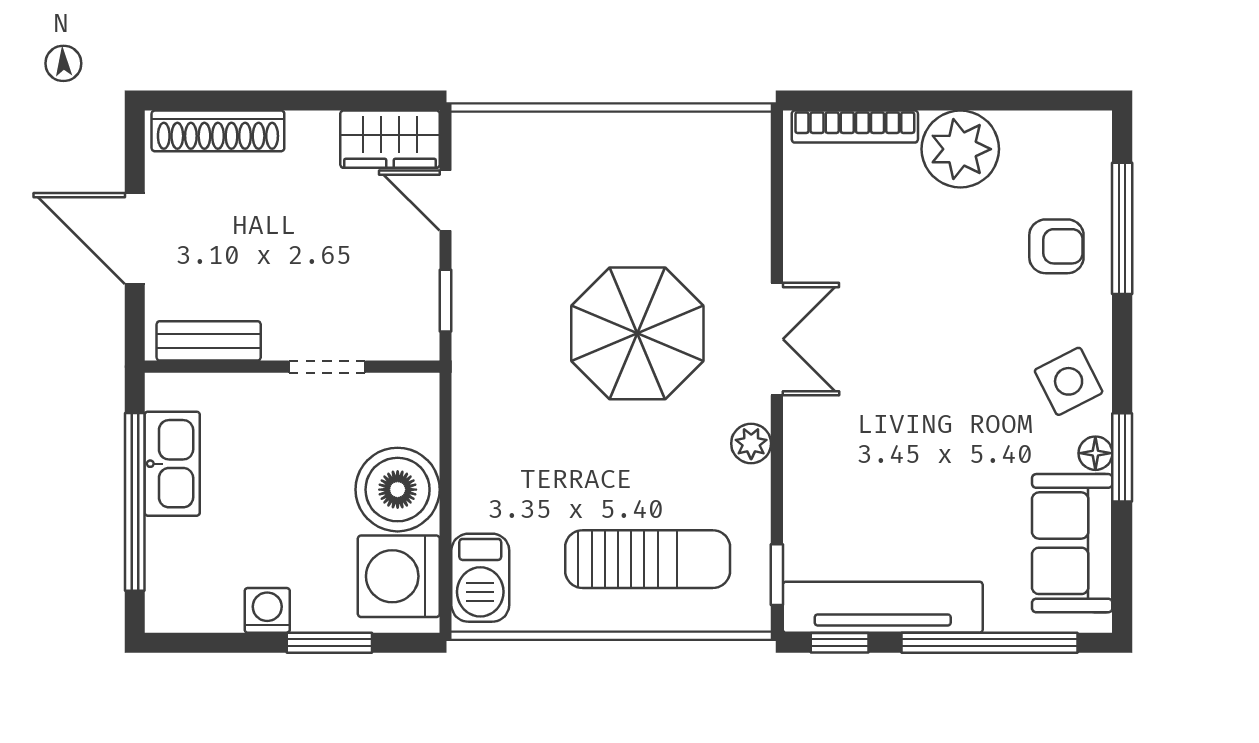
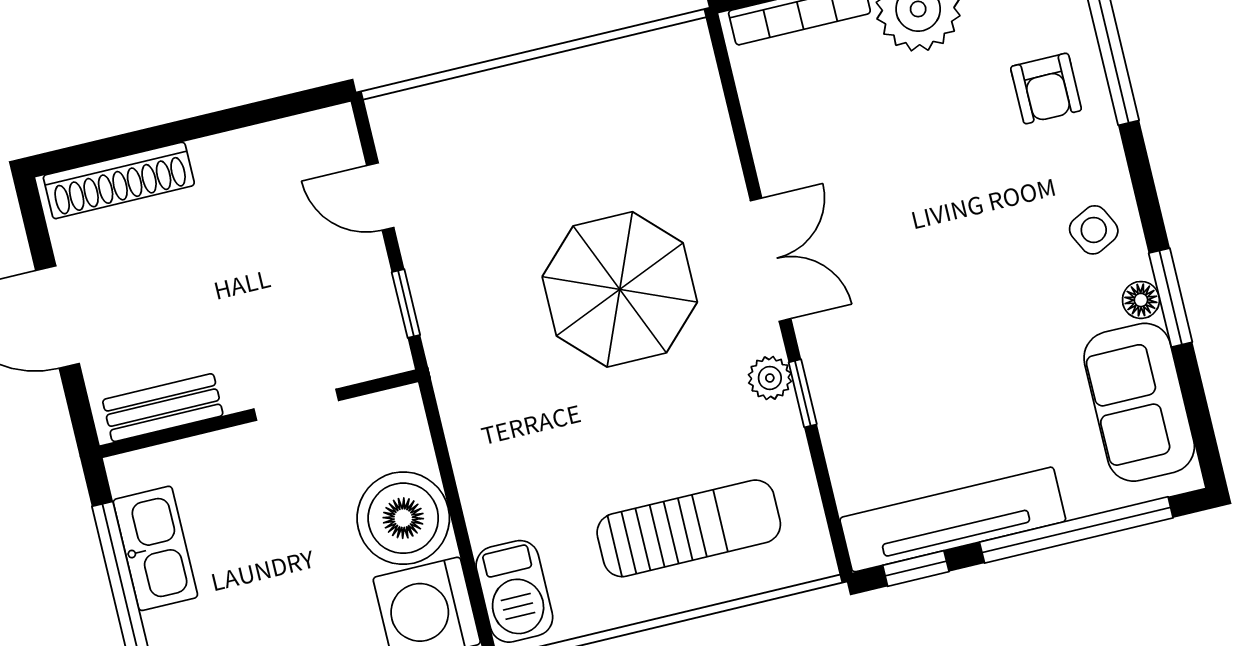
wardrobe: (390, 139) -> (305, 145), removed
armchair: (1056, 246) -> (1046, 88), turned 90
side table: (1069, 381) -> (1094, 230), width x0.73, depth x0.73
window: (777, 575) -> (803, 393), moved

